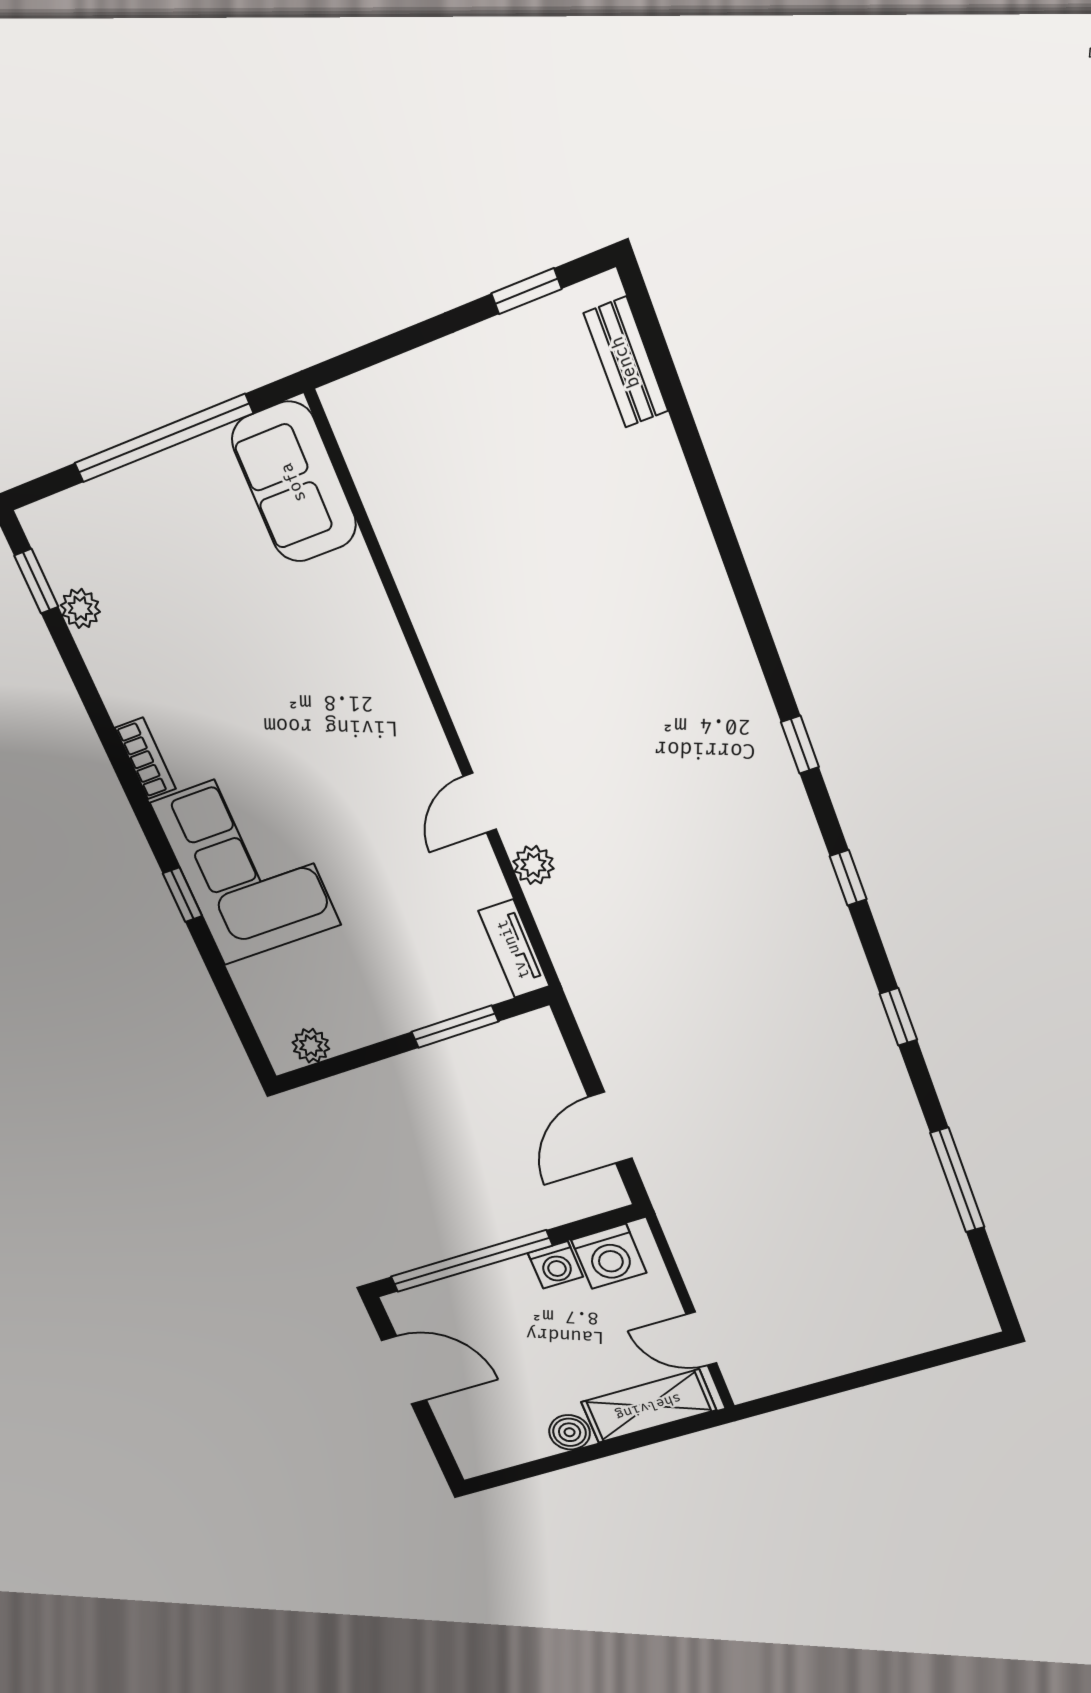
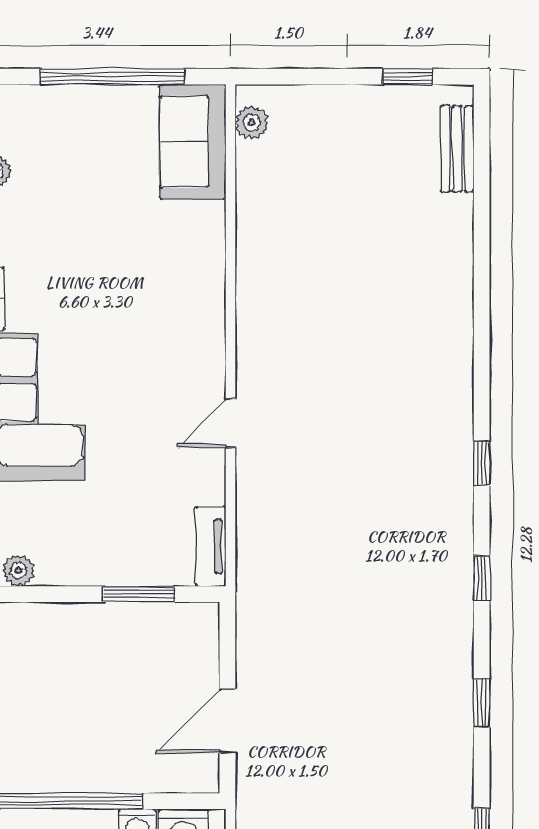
plant: (533, 865) -> (252, 123), moved

